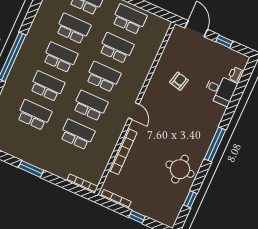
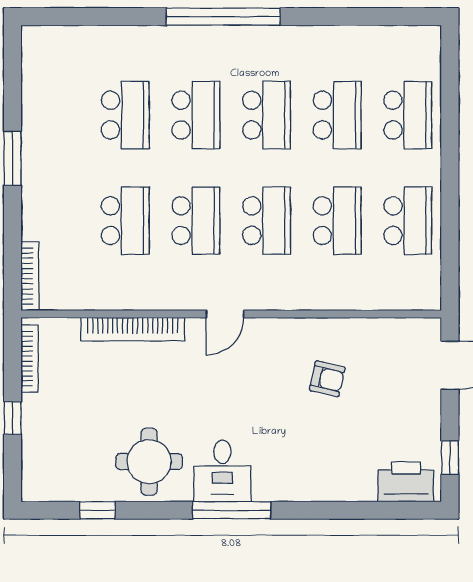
window: (224, 41) -> (450, 458), moved
printer: (236, 75) -> (406, 482), width x1.87, depth x1.48
desk: (220, 90) -> (222, 471), moved

